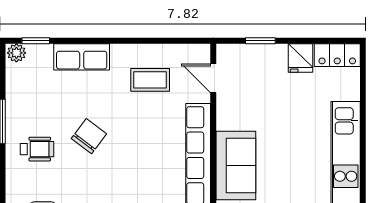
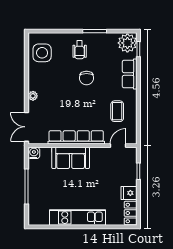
plant: (16, 53) -> (127, 43), width x1.88, depth x1.88
chair: (89, 136) -> (87, 78), turned 53

